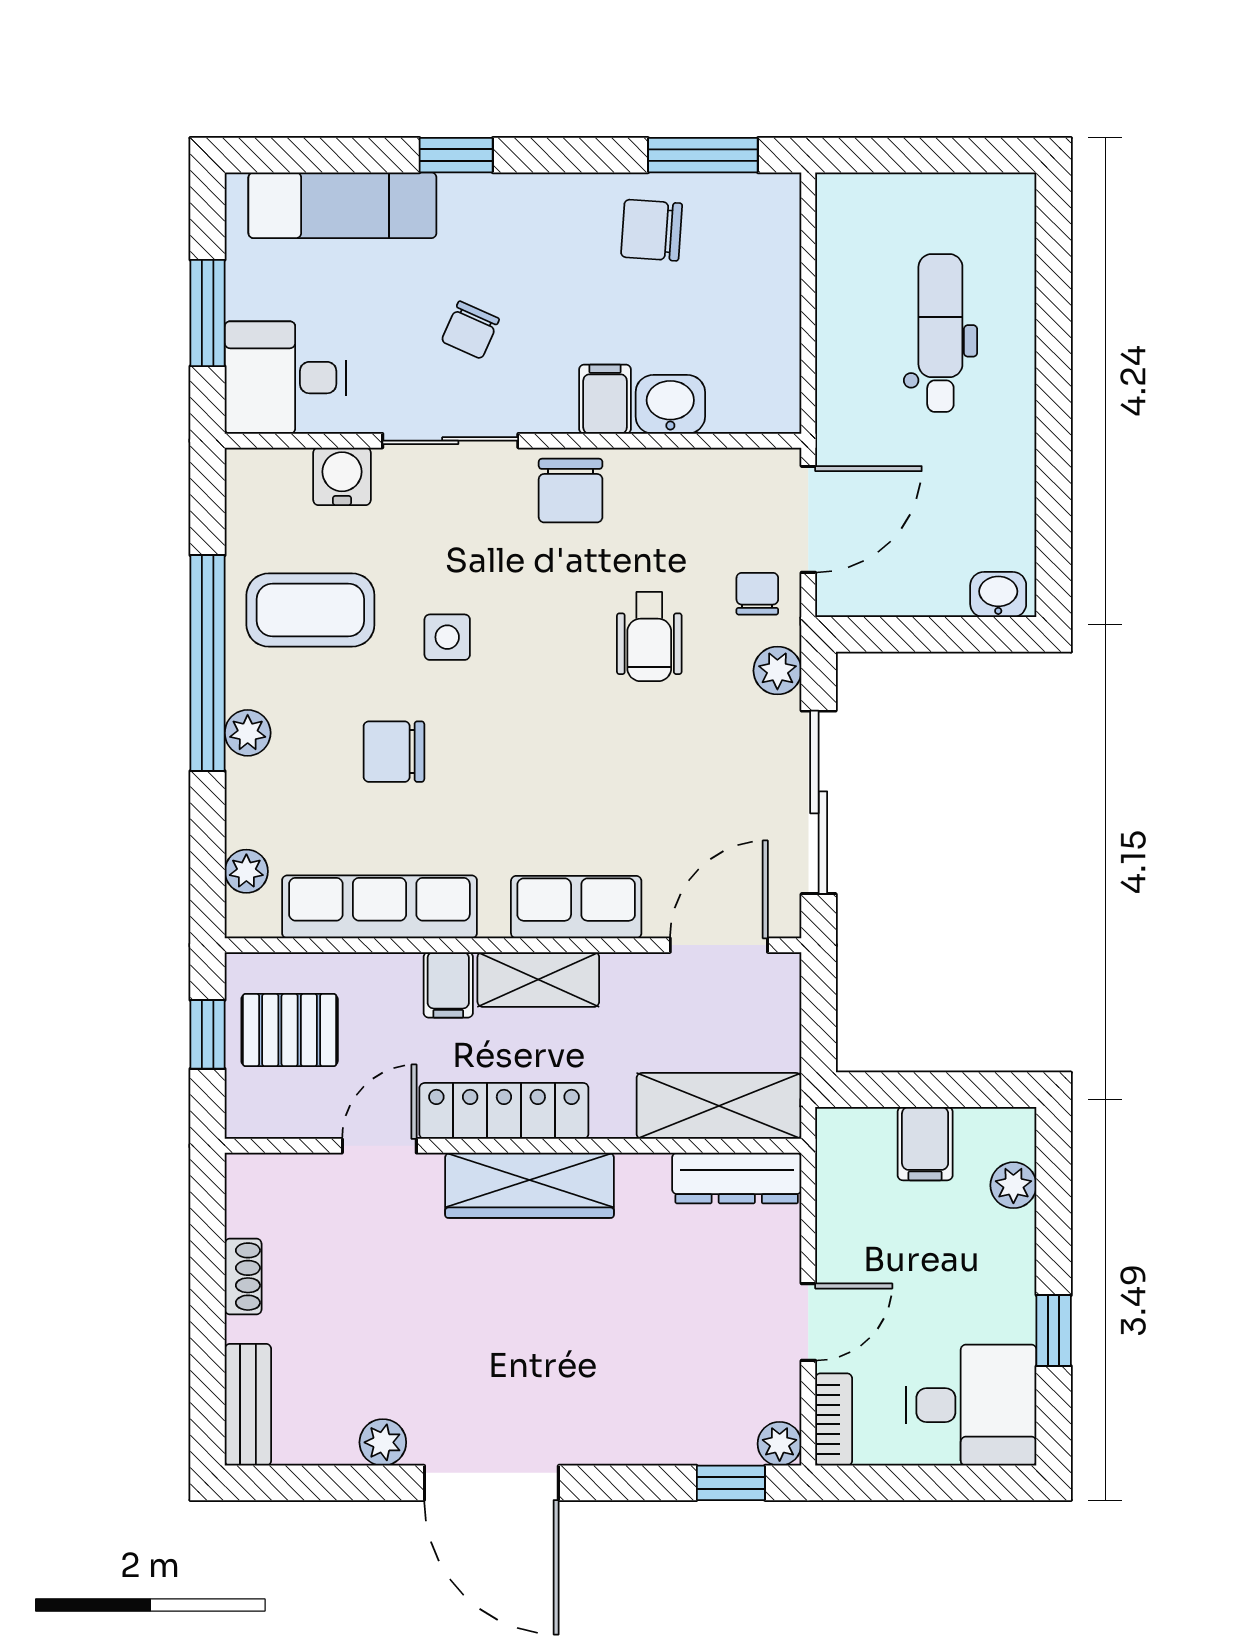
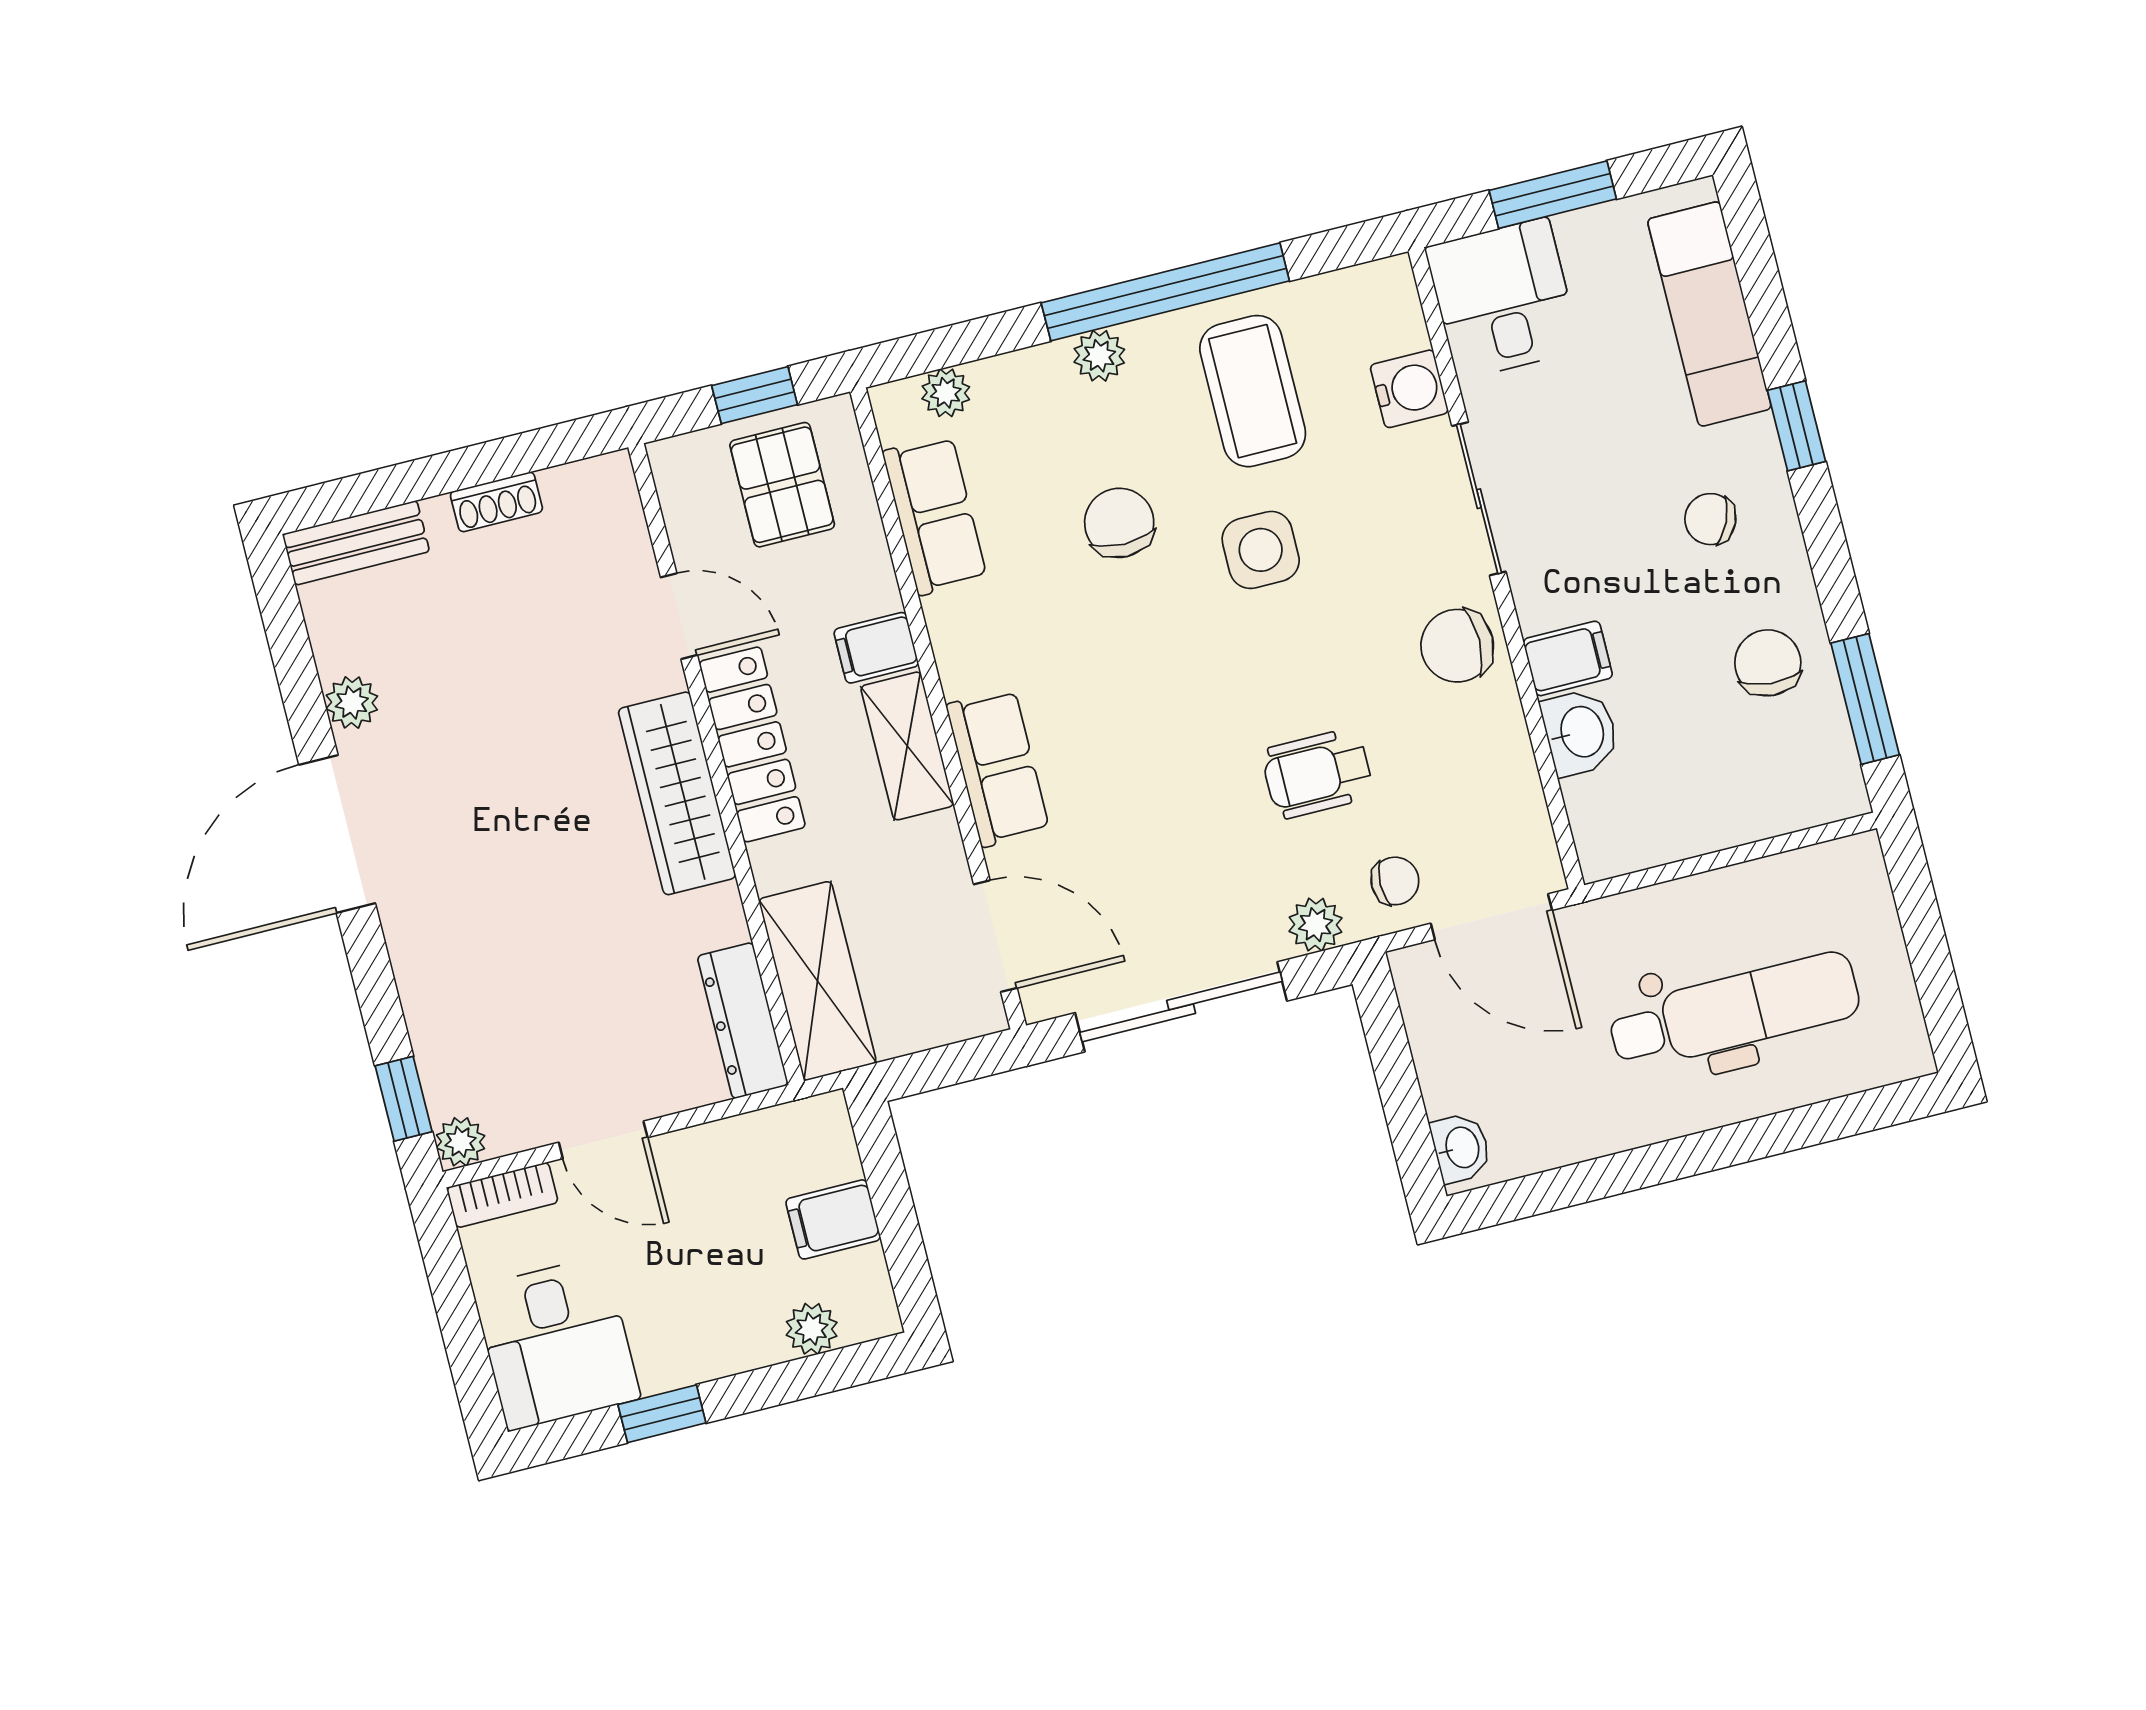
chair: (470, 330) -> (1710, 519), moved
dental chair: (940, 333) -> (1734, 1011), width x1.36, depth x1.38
side table: (447, 637) -> (1261, 550), width x1.37, depth x1.37
row of seats: (379, 907) -> (935, 515), width x0.68

